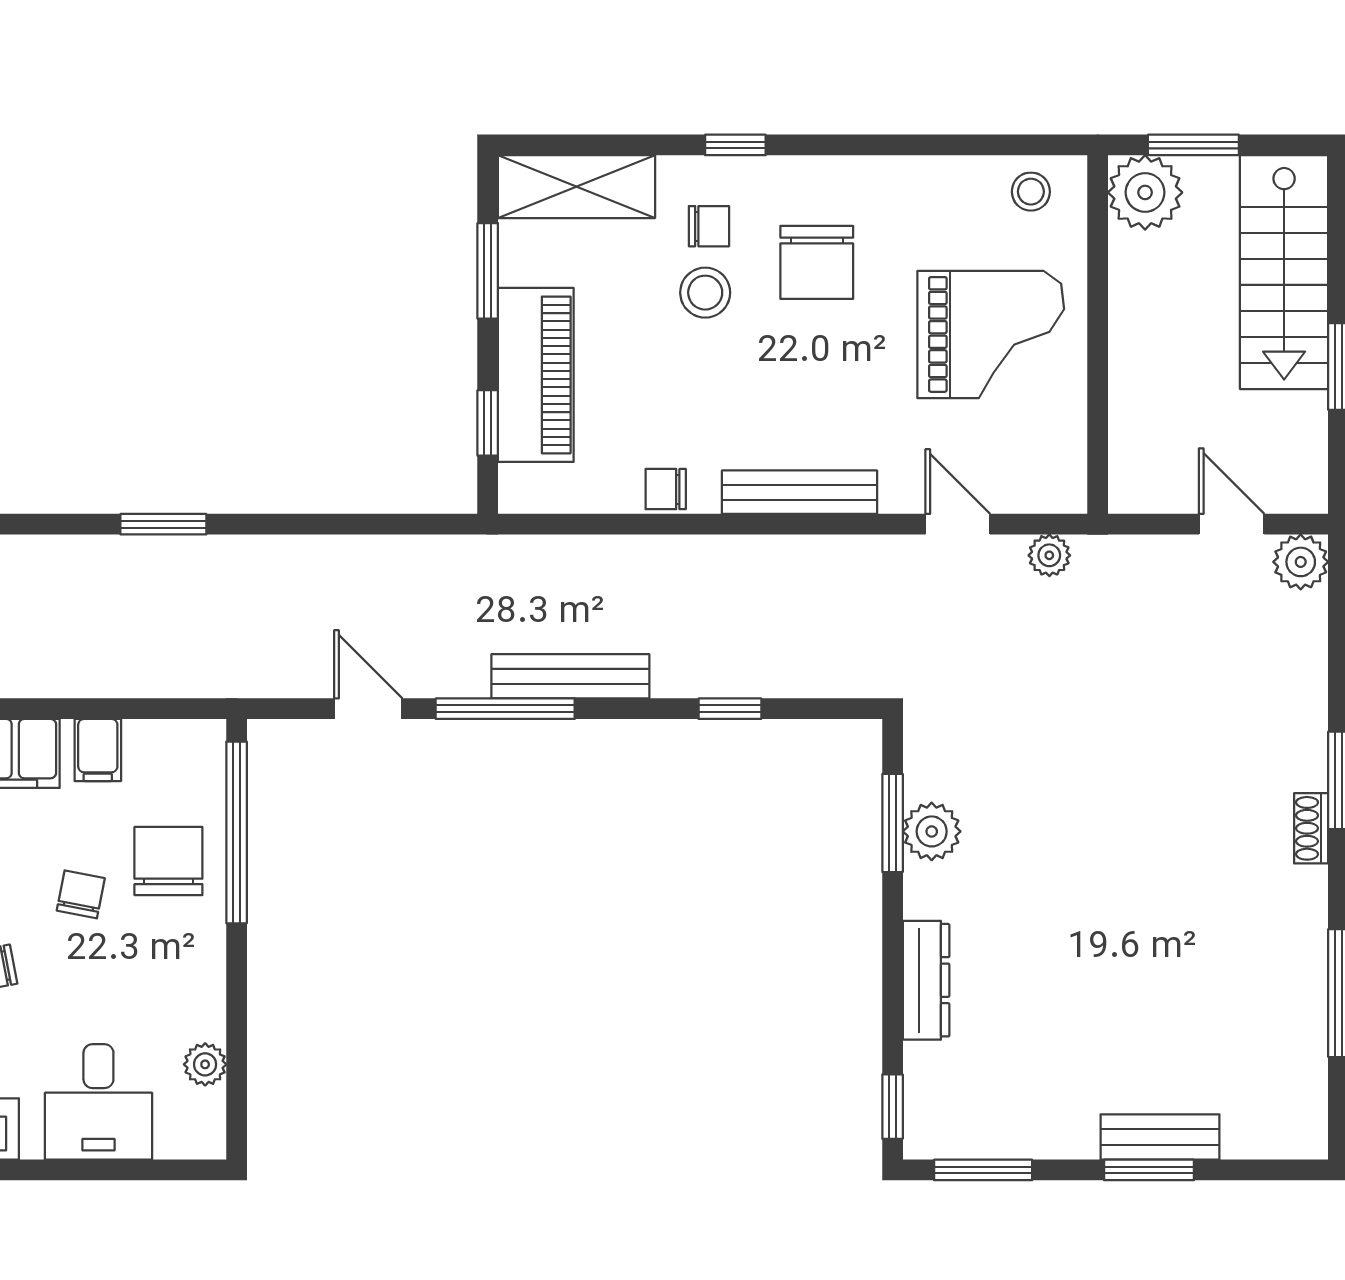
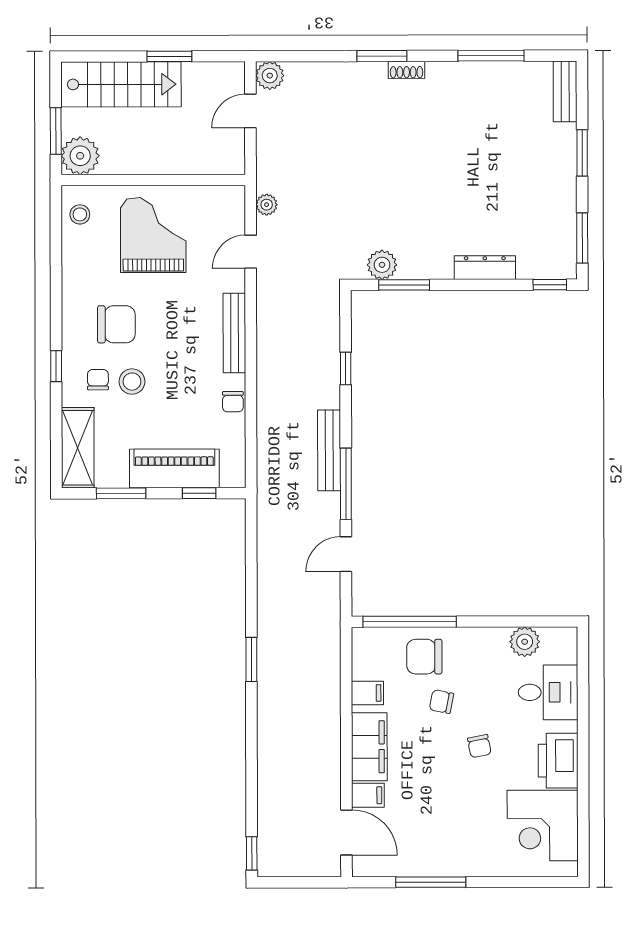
plant: (932, 831) -> (382, 265), moved
plant: (205, 1064) -> (525, 642), width x1.38, depth x1.38
bench: (1160, 1137) -> (565, 91), moved

